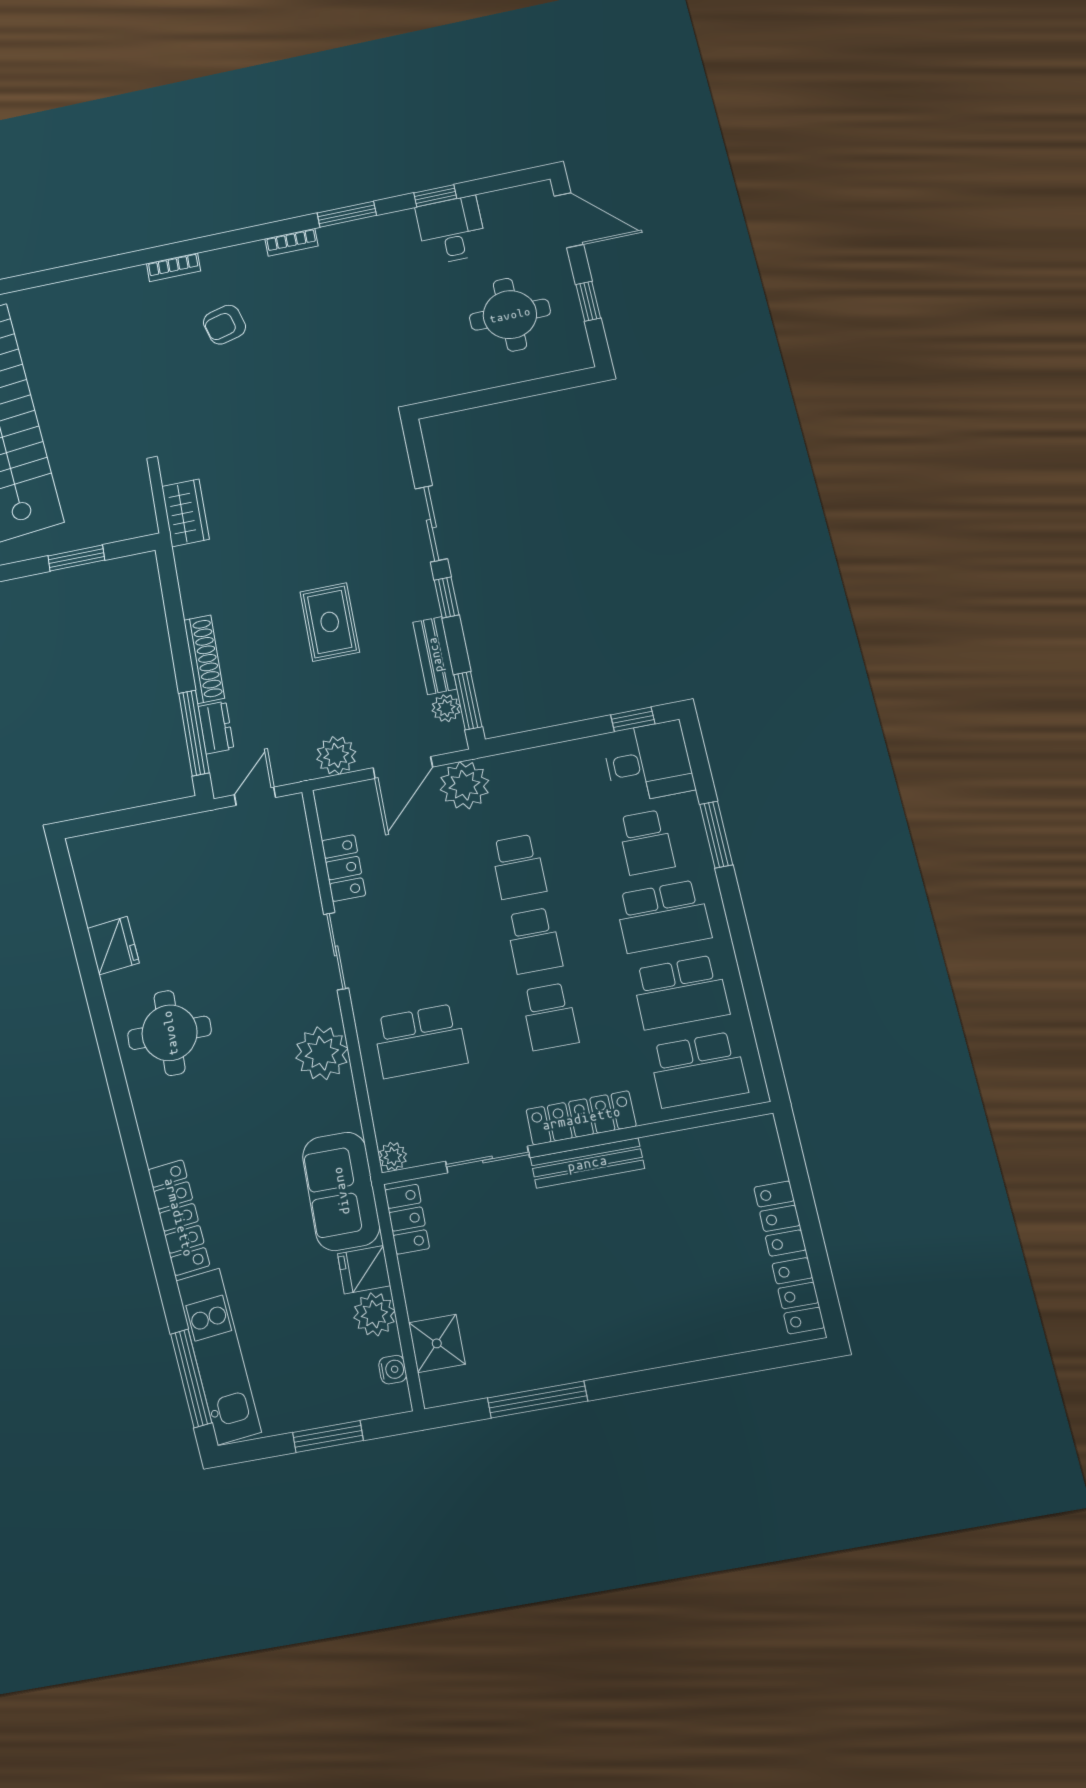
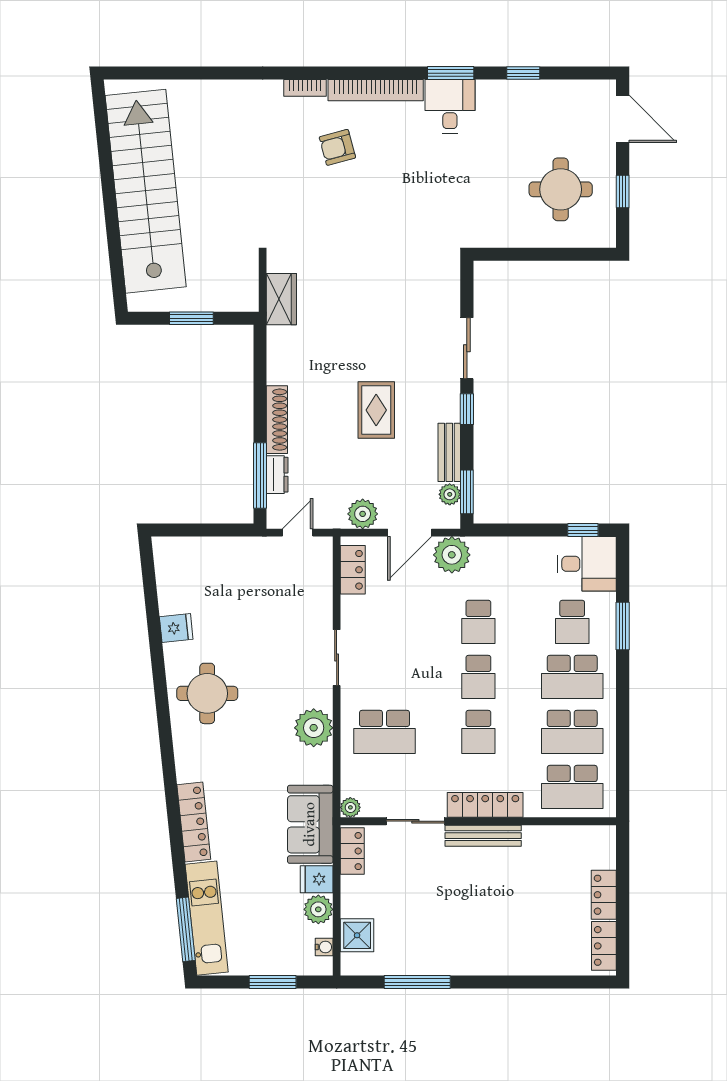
desk: (451, 230) -> (450, 106), moved
bookcase: (292, 242) -> (376, 90), width x2.31, depth x1.31
locker: (344, 868) -> (353, 570), moved
fridge: (113, 946) -> (176, 628), width x0.72

